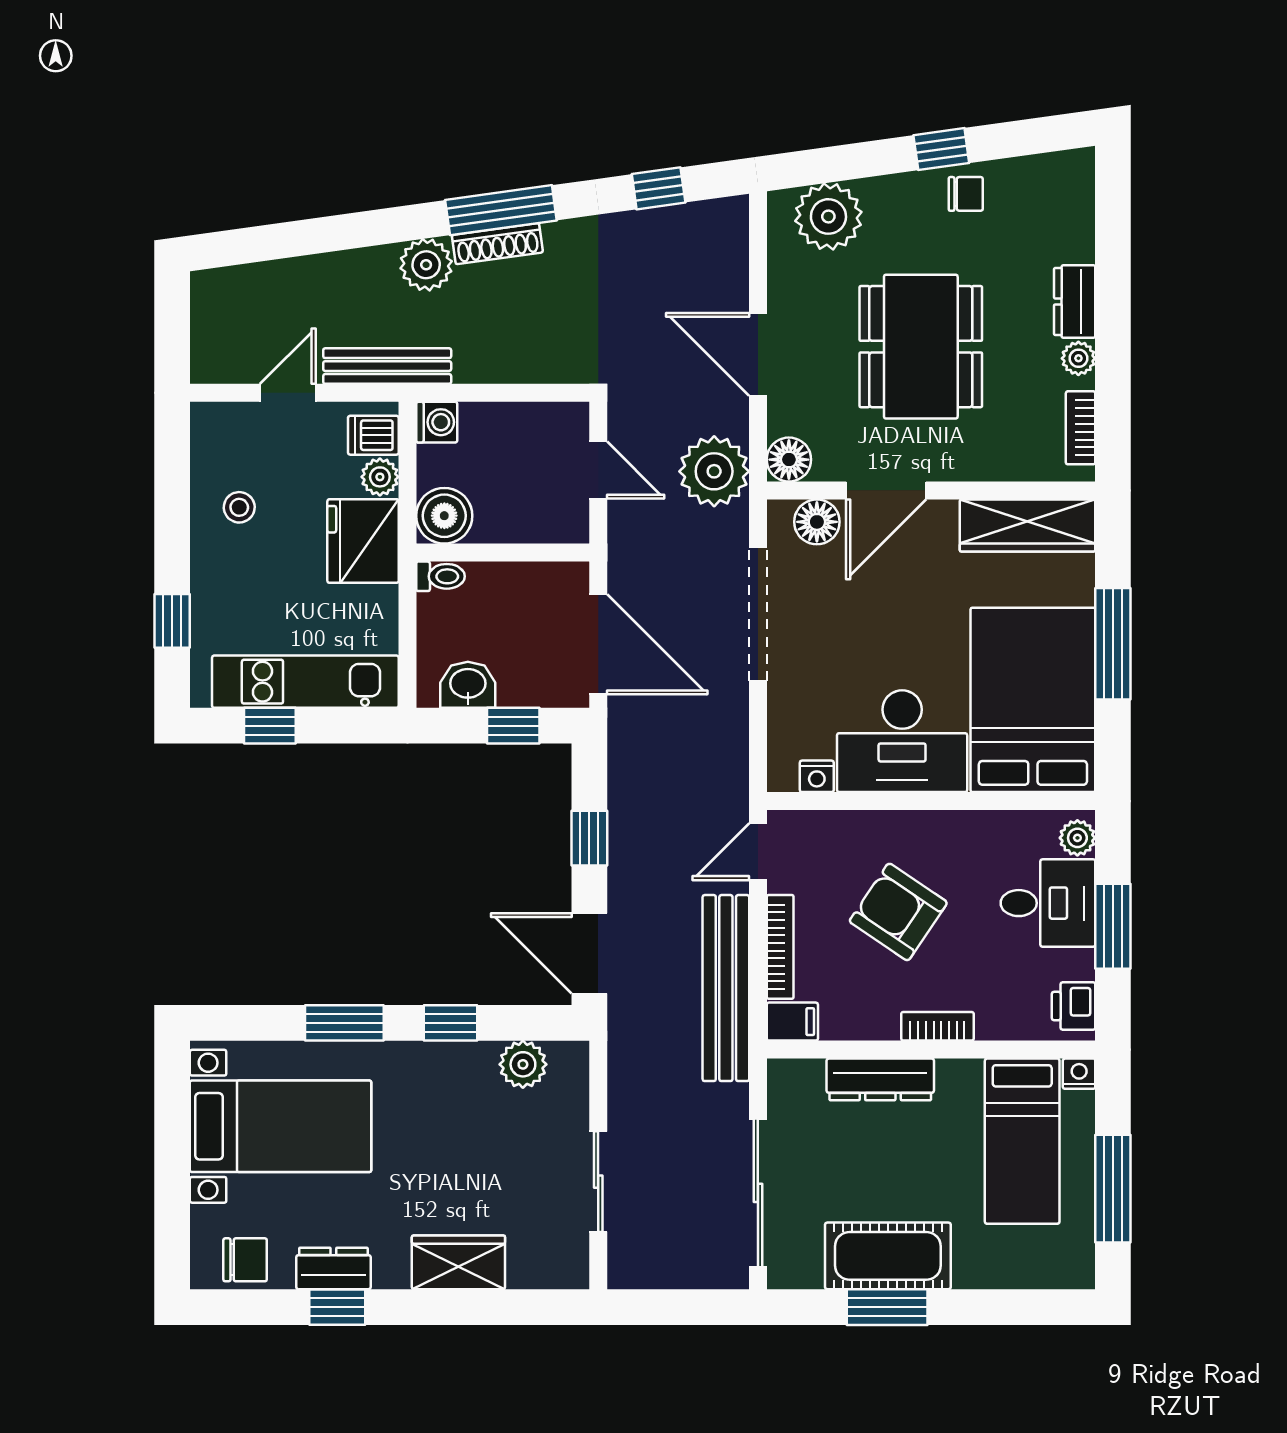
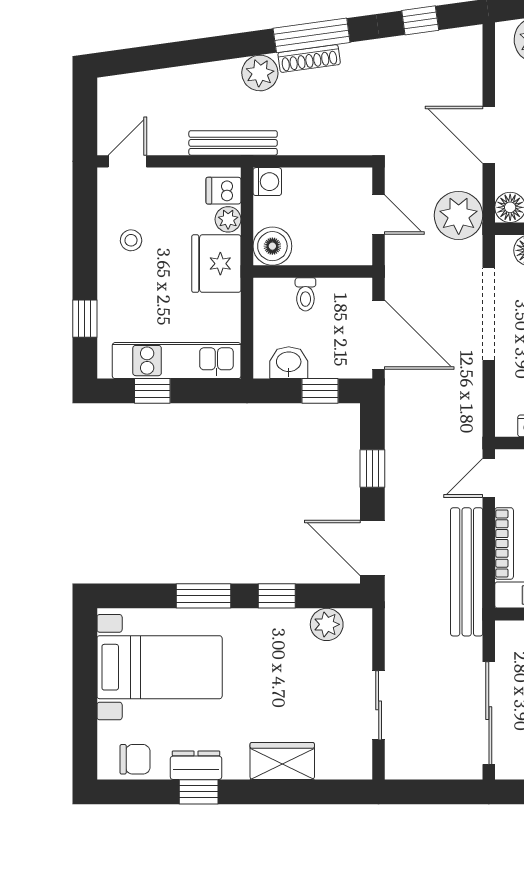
door: (288, 393) -> (127, 161), moved
toilet: (440, 576) -> (305, 294), moved, turned 90

